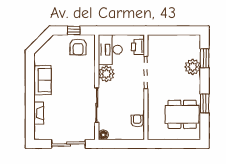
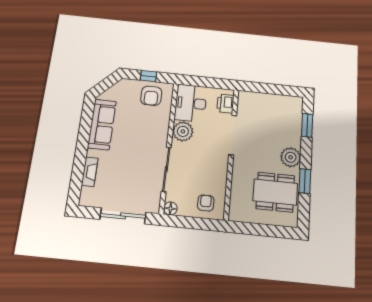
plant: (193, 67) -> (291, 157), moved
sofa: (42, 80) -> (102, 124), width x1.36
armchair: (137, 121) -> (206, 203), moved

